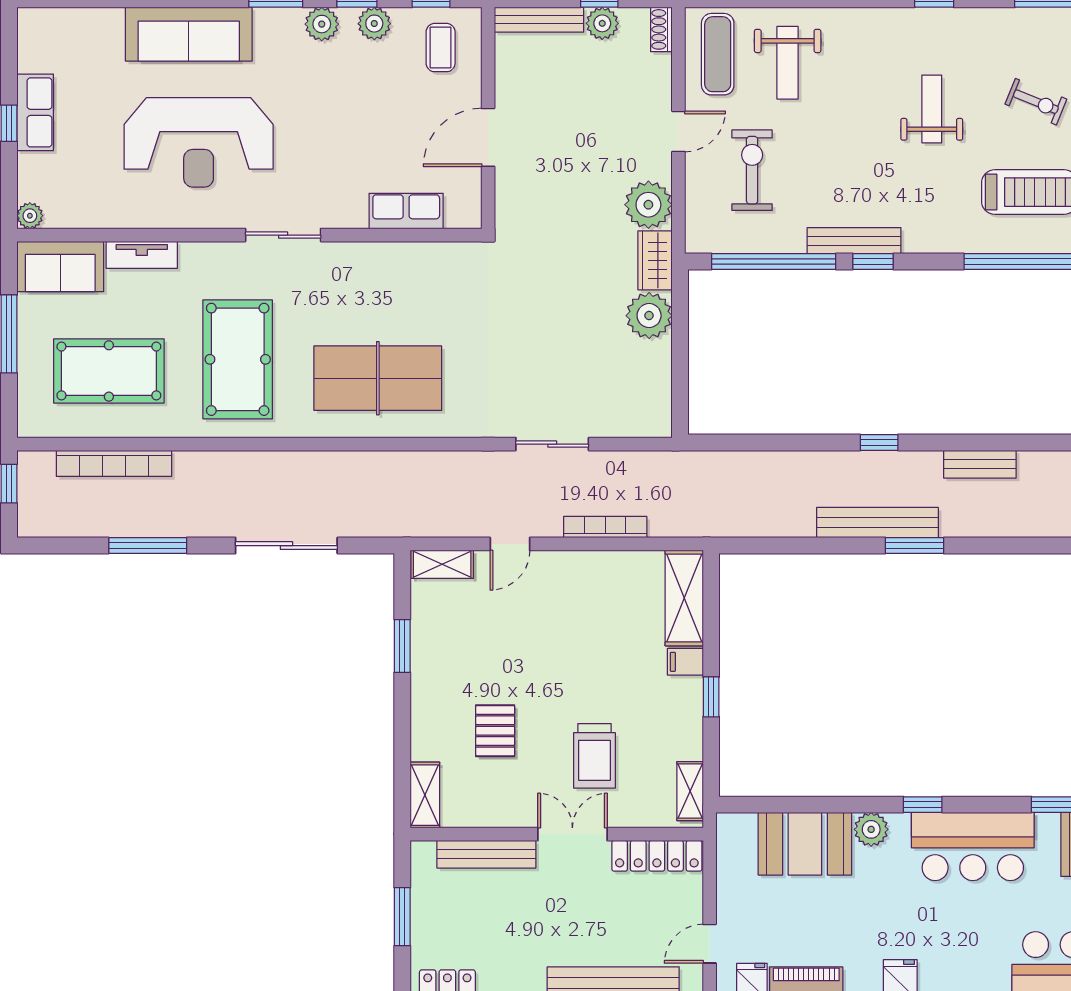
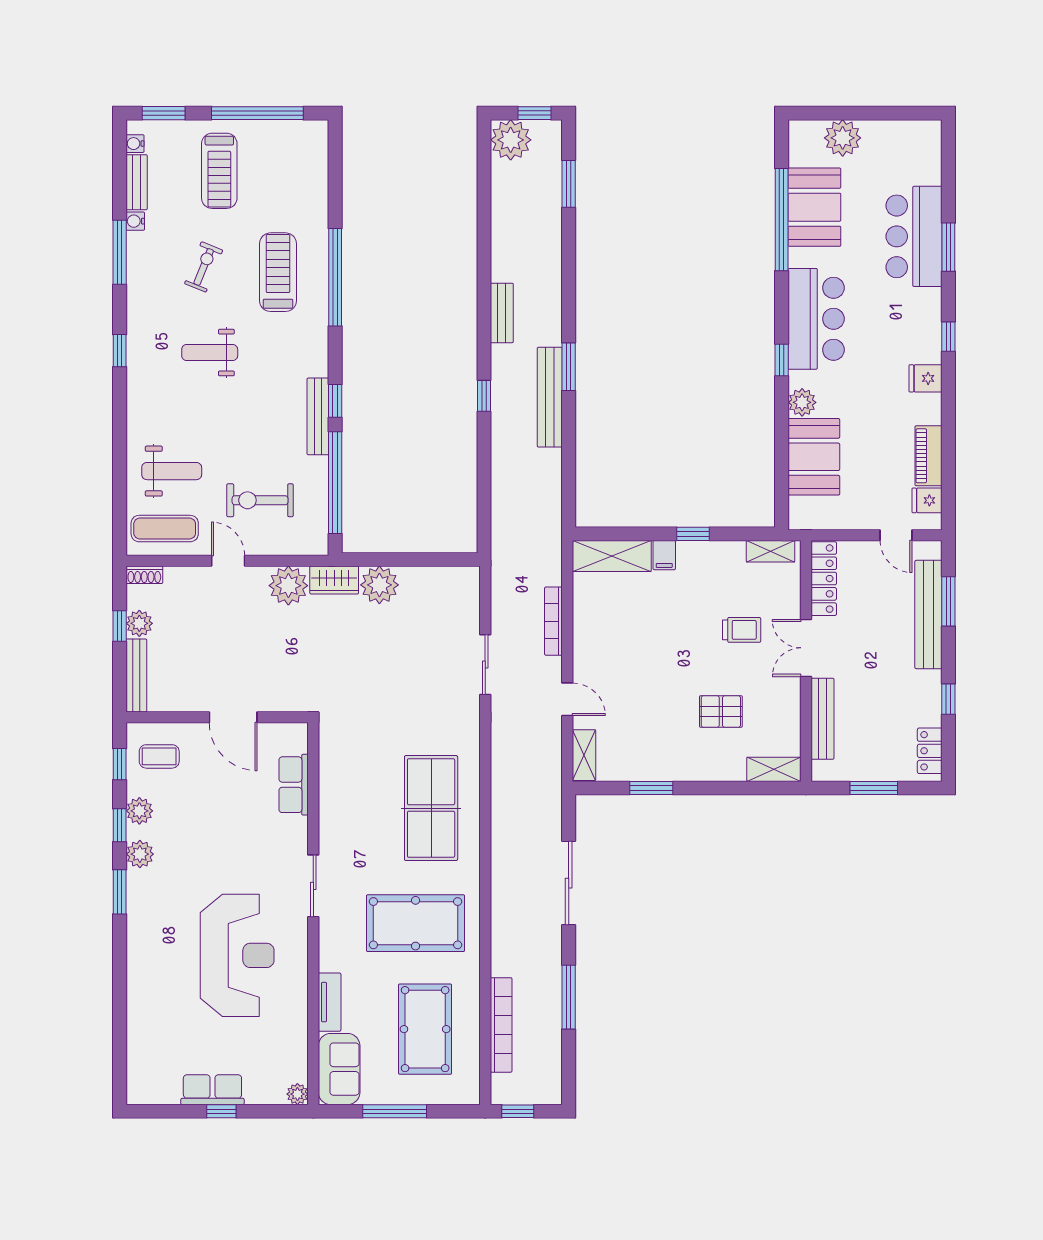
sofa: (189, 34) -> (148, 963), removed
trolley: (594, 756) -> (742, 630), width x0.73, depth x0.72

